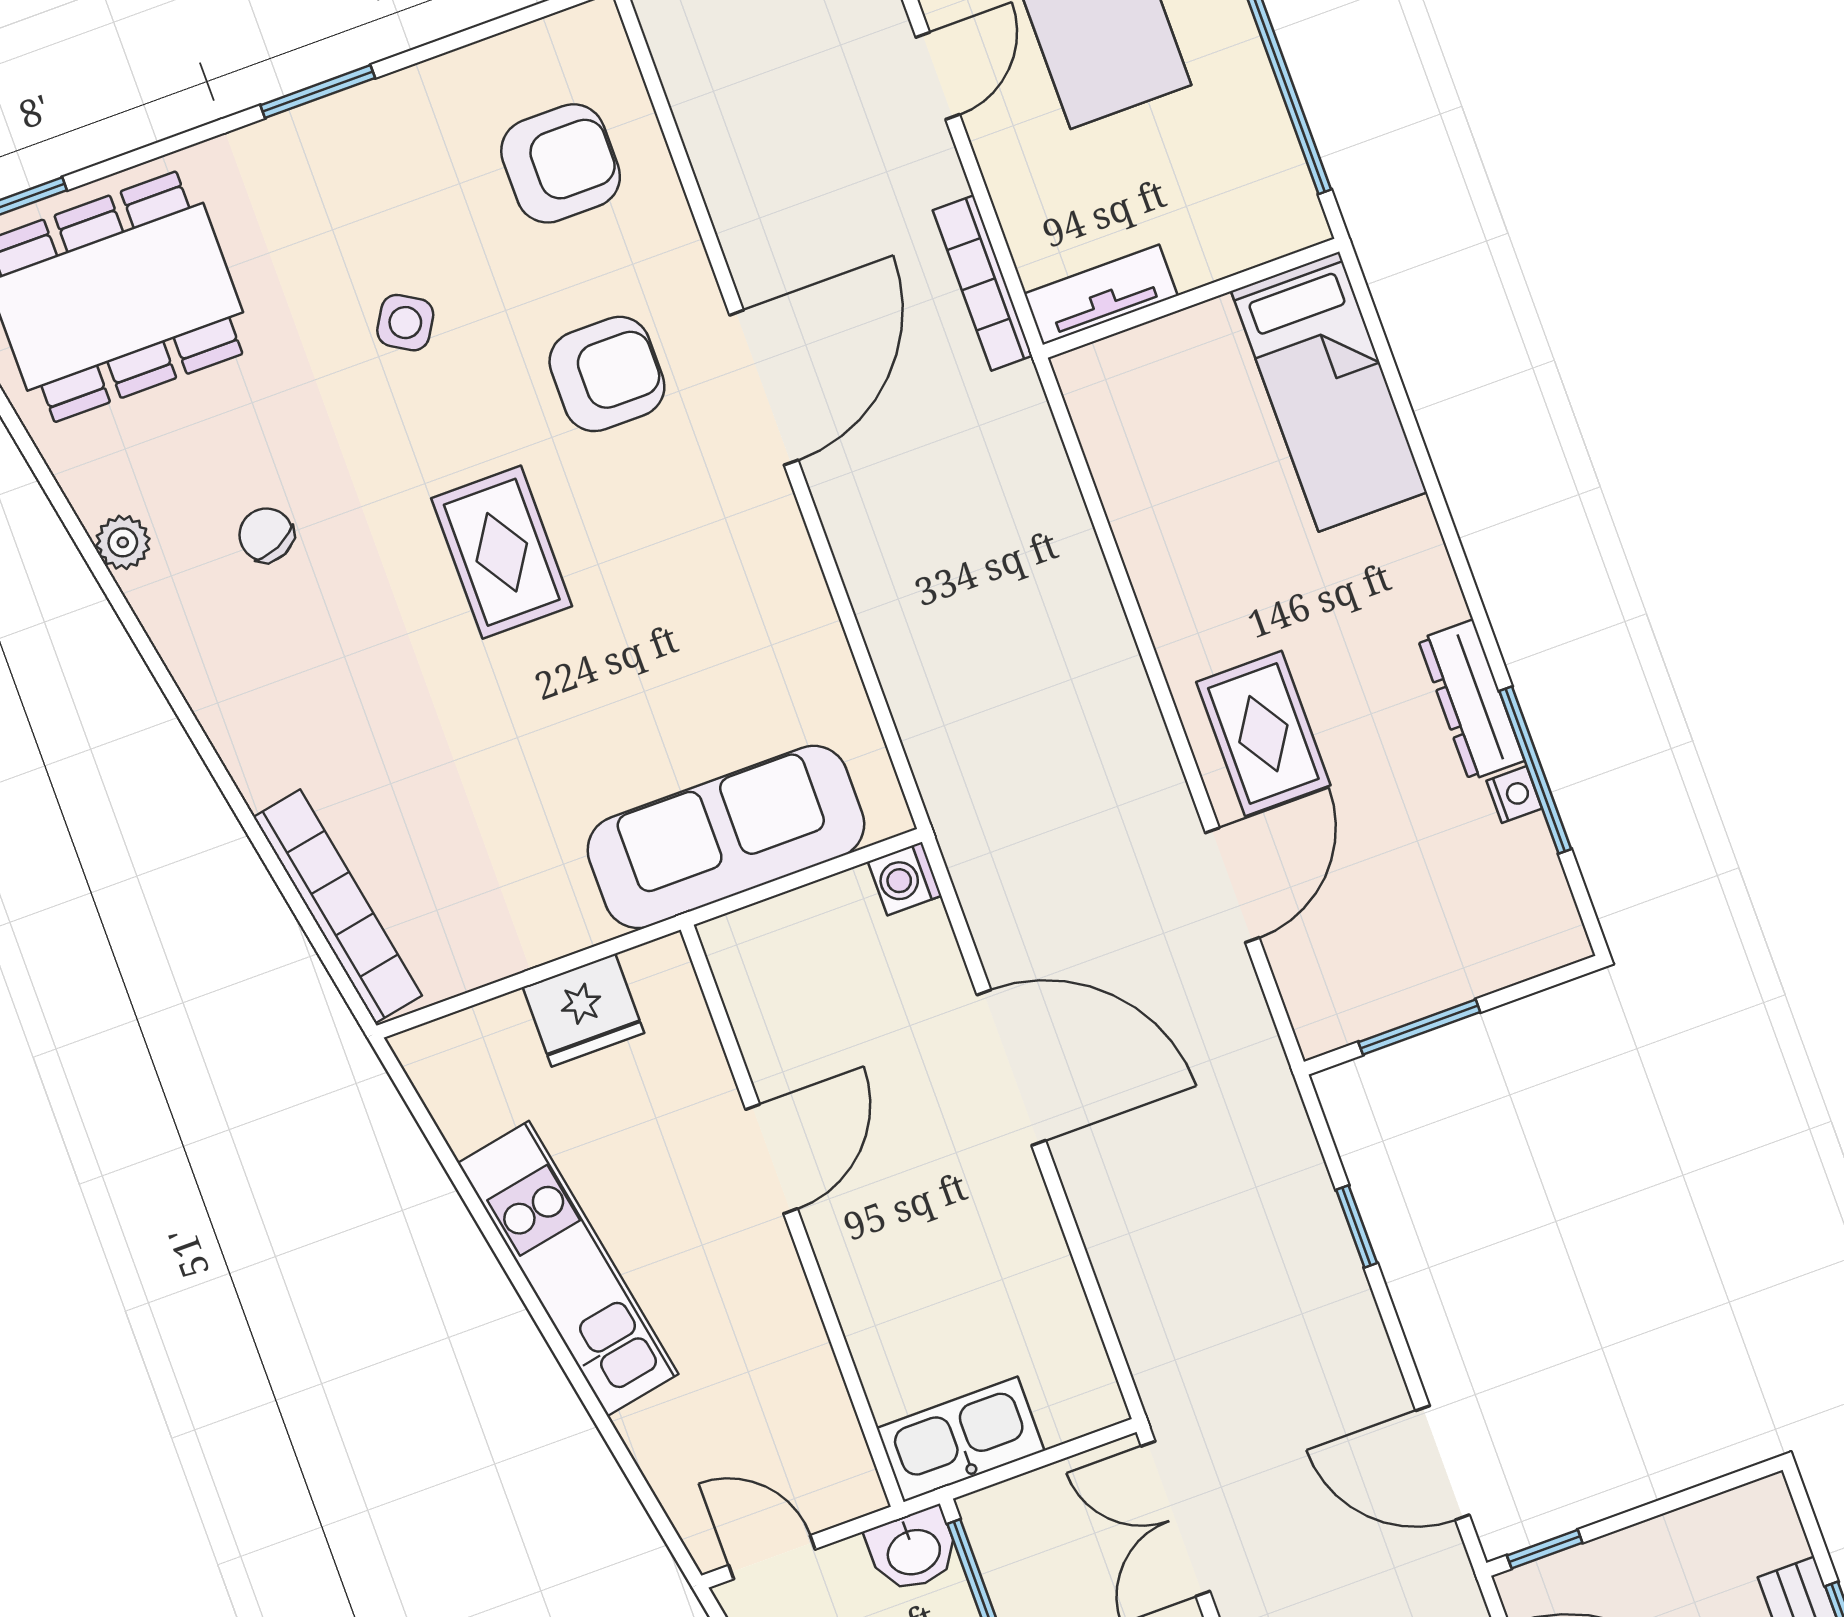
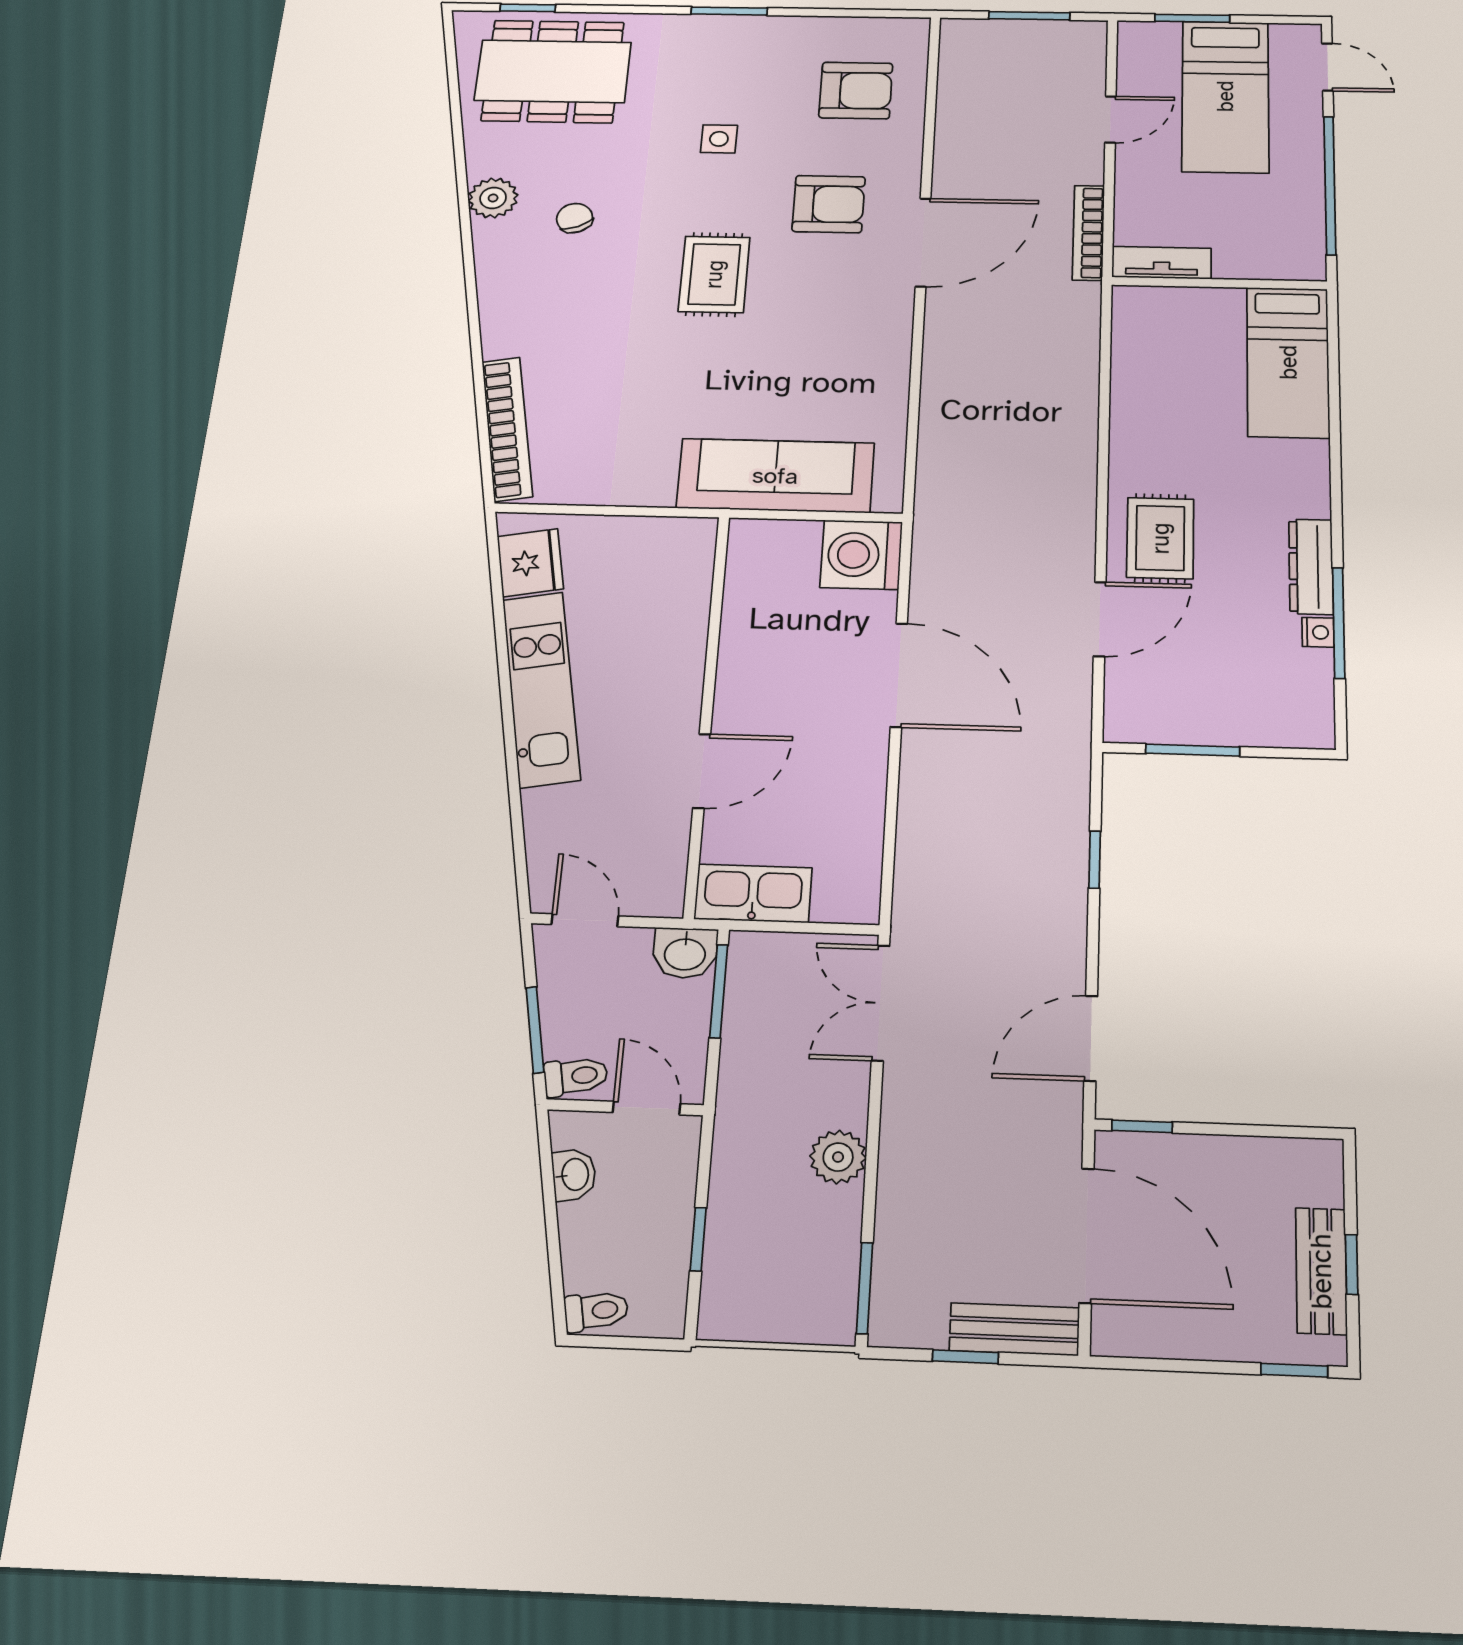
side table: (405, 323) -> (719, 139), turned -31
plant: (123, 542) -> (493, 198), width x1.38, depth x1.38
washing machine: (905, 879) -> (861, 555), width x1.89, depth x1.89
fridge: (583, 1010) -> (530, 563), moved, turned -101
door: (772, 1159) -> (702, 771), moved
door: (1443, 1463) -> (1091, 1038), hinge flipped

